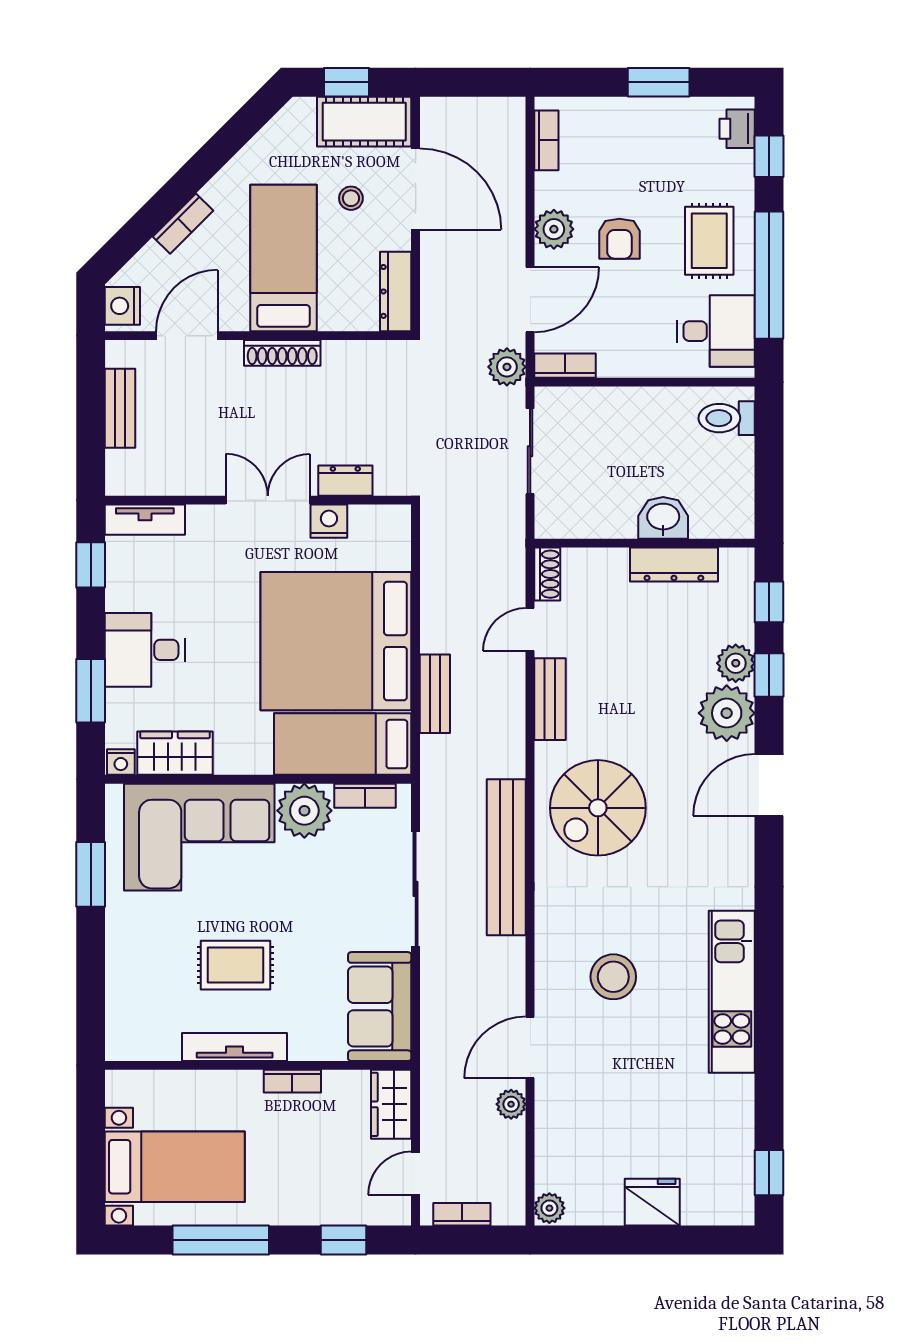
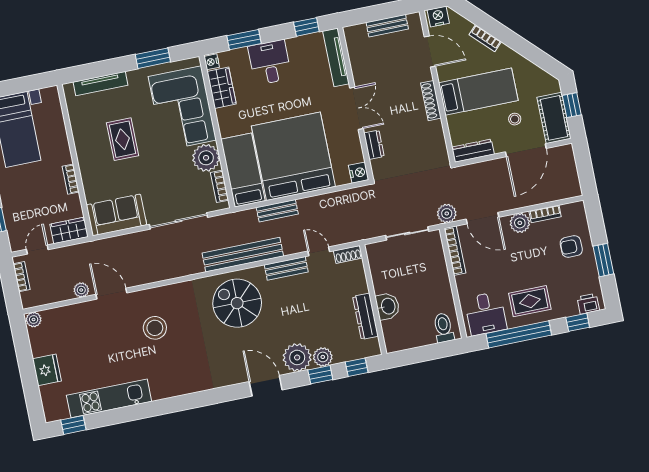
bookcase: (546, 140) -> (545, 214), moved
armchair: (619, 239) -> (571, 247), moved
bookcase: (565, 366) -> (455, 251), width x1.56
tv unit: (145, 520) -> (336, 57), width x1.41
nightstand: (329, 521) -> (359, 173), moved
bench: (506, 857) -> (243, 255), moved
kitchen unit: (732, 992) -> (109, 398), moved
tv unit: (235, 1047) -> (101, 84), moved, turned 90
door: (416, 1173) -> (37, 250), hinge flipped

